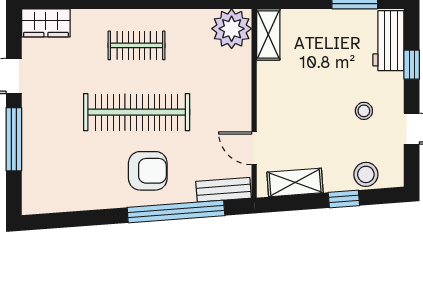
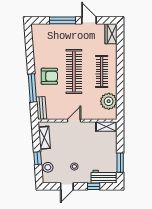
plant: (232, 29) -> (109, 101), moved
clothes rail: (137, 45) -> (102, 72), width x1.36
door: (254, 148) -> (74, 121), moved
armchair: (148, 171) -> (49, 76), turned -90
window: (176, 211) -> (32, 88), width x0.68

